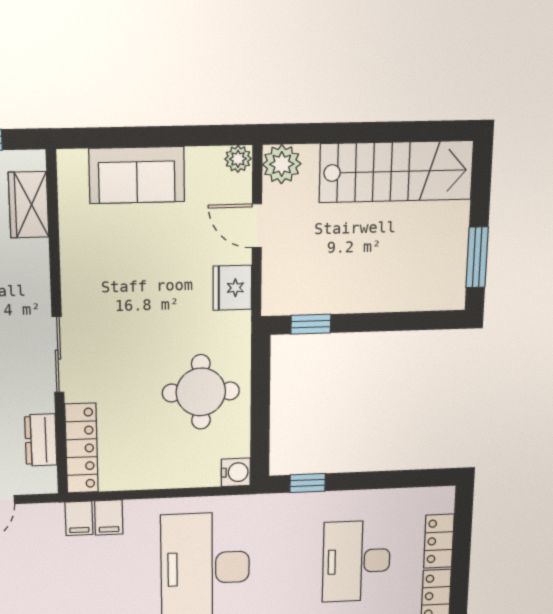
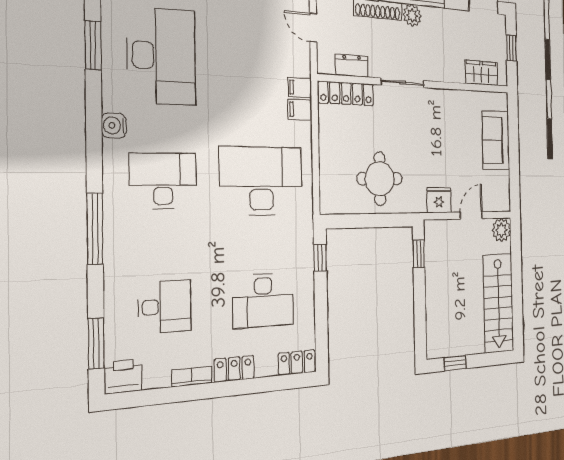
plant: (238, 159) -> (504, 203), removed
window: (477, 257) -> (455, 363), width x0.67
water cooler: (236, 472) -> (328, 204), removed
locker: (439, 541) -> (297, 363), moved
desk: (356, 561) -> (263, 300), turned 180

